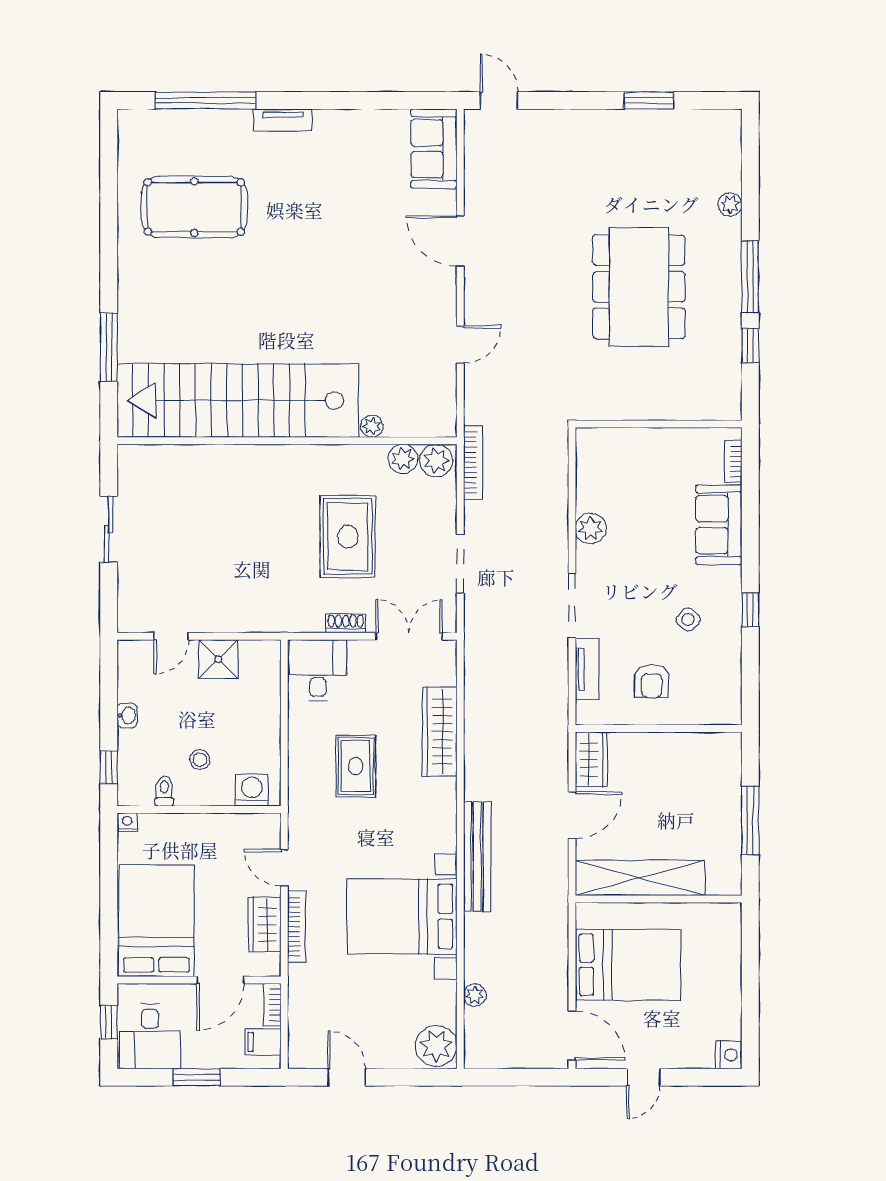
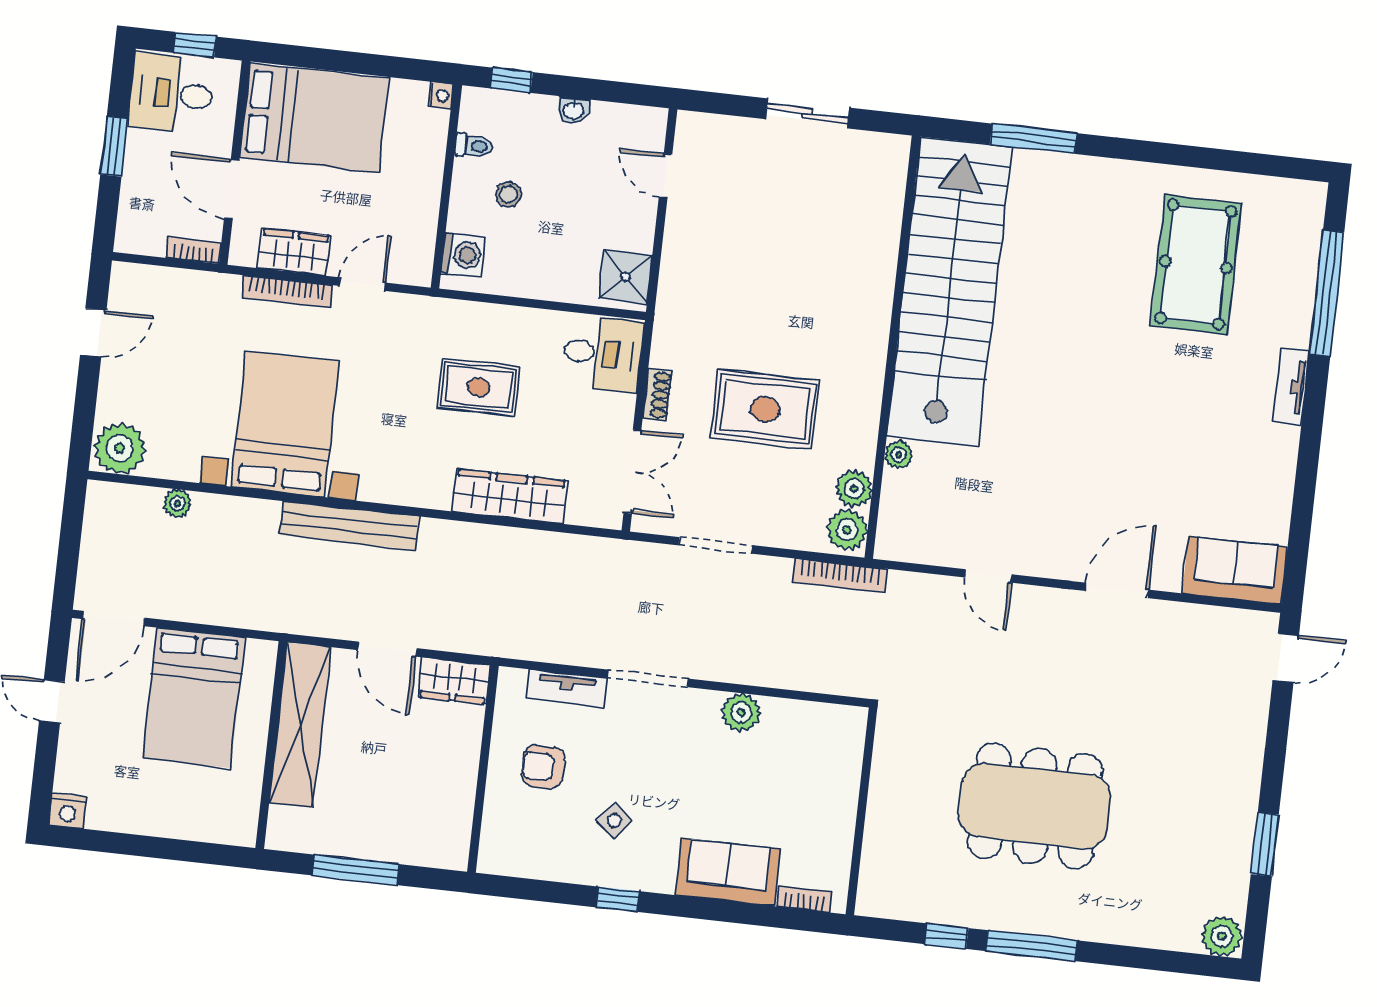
plant: (730, 204) -> (1222, 936), moved, width x1.38, depth x1.38
shower: (218, 659) -> (626, 277), moved
filing cabinet: (263, 1042) -> (149, 234), removed

